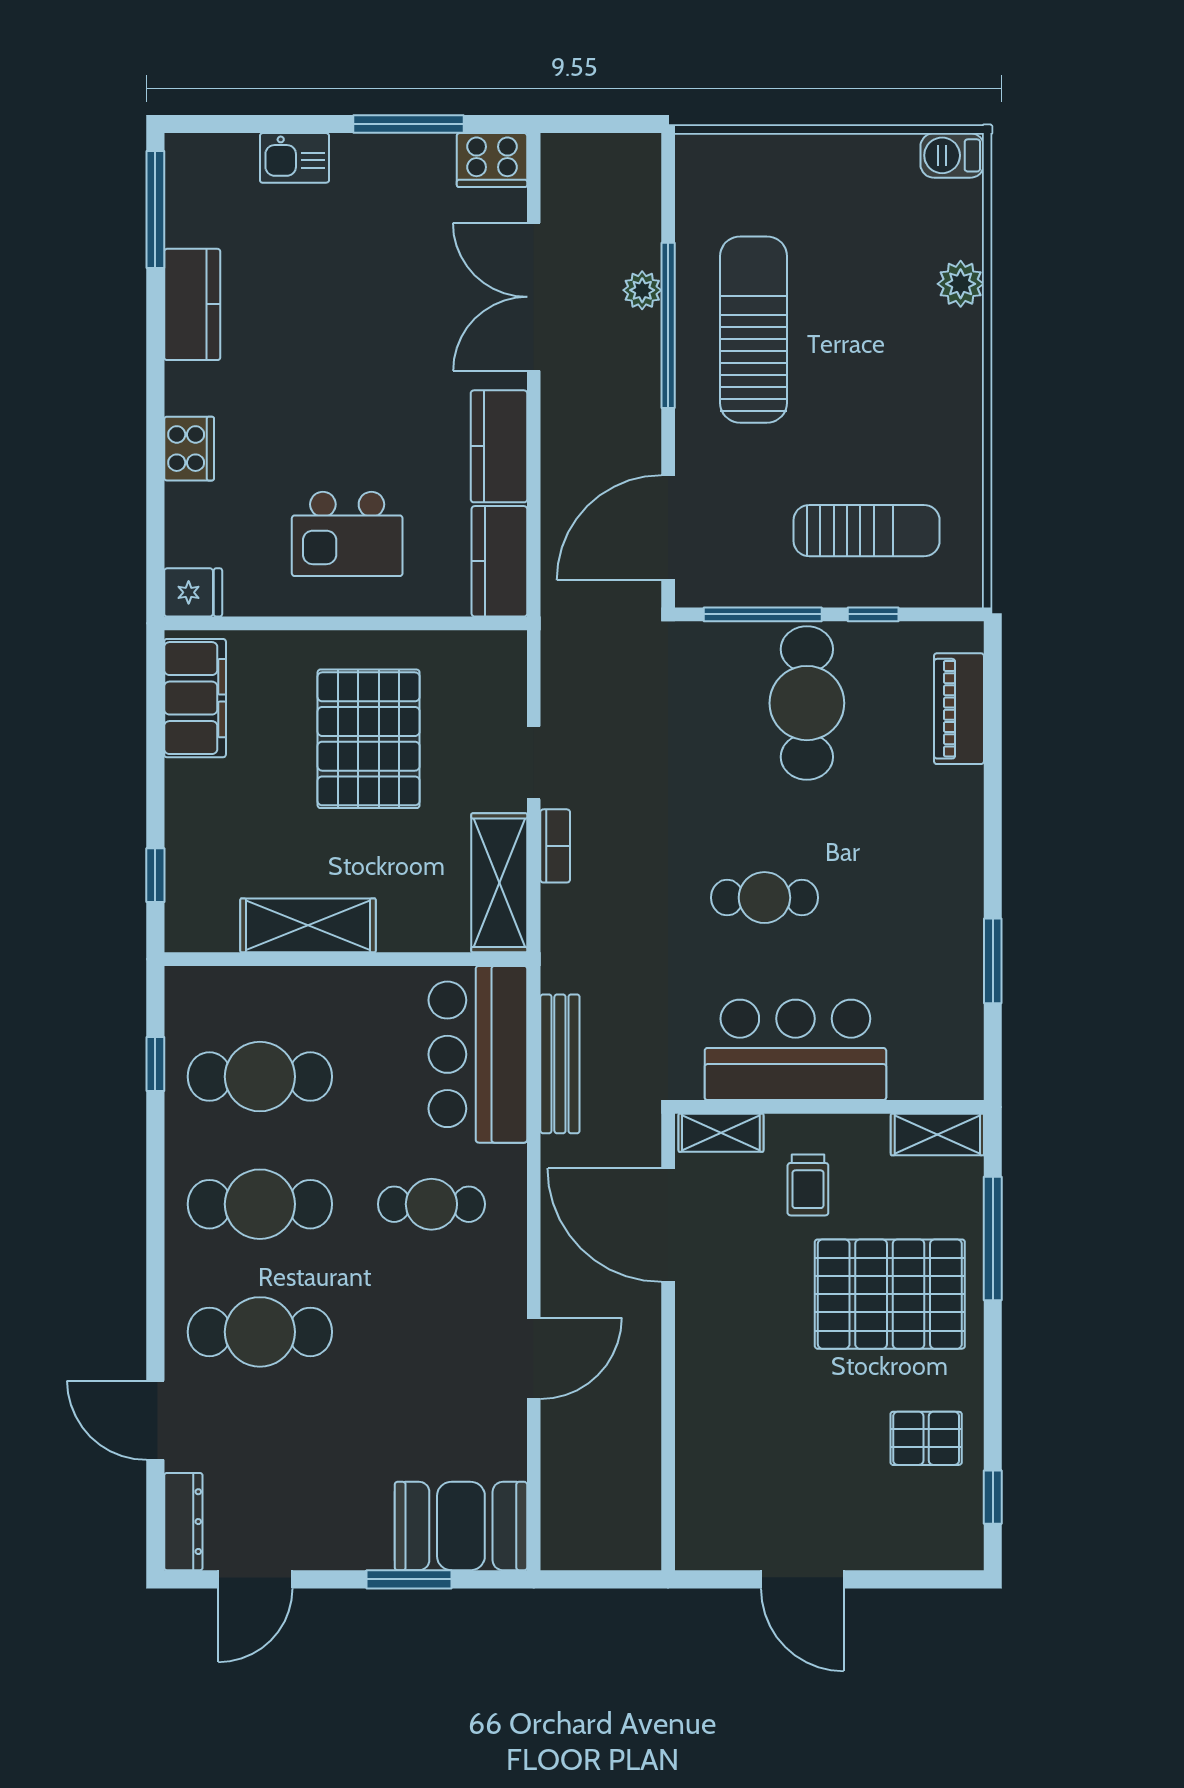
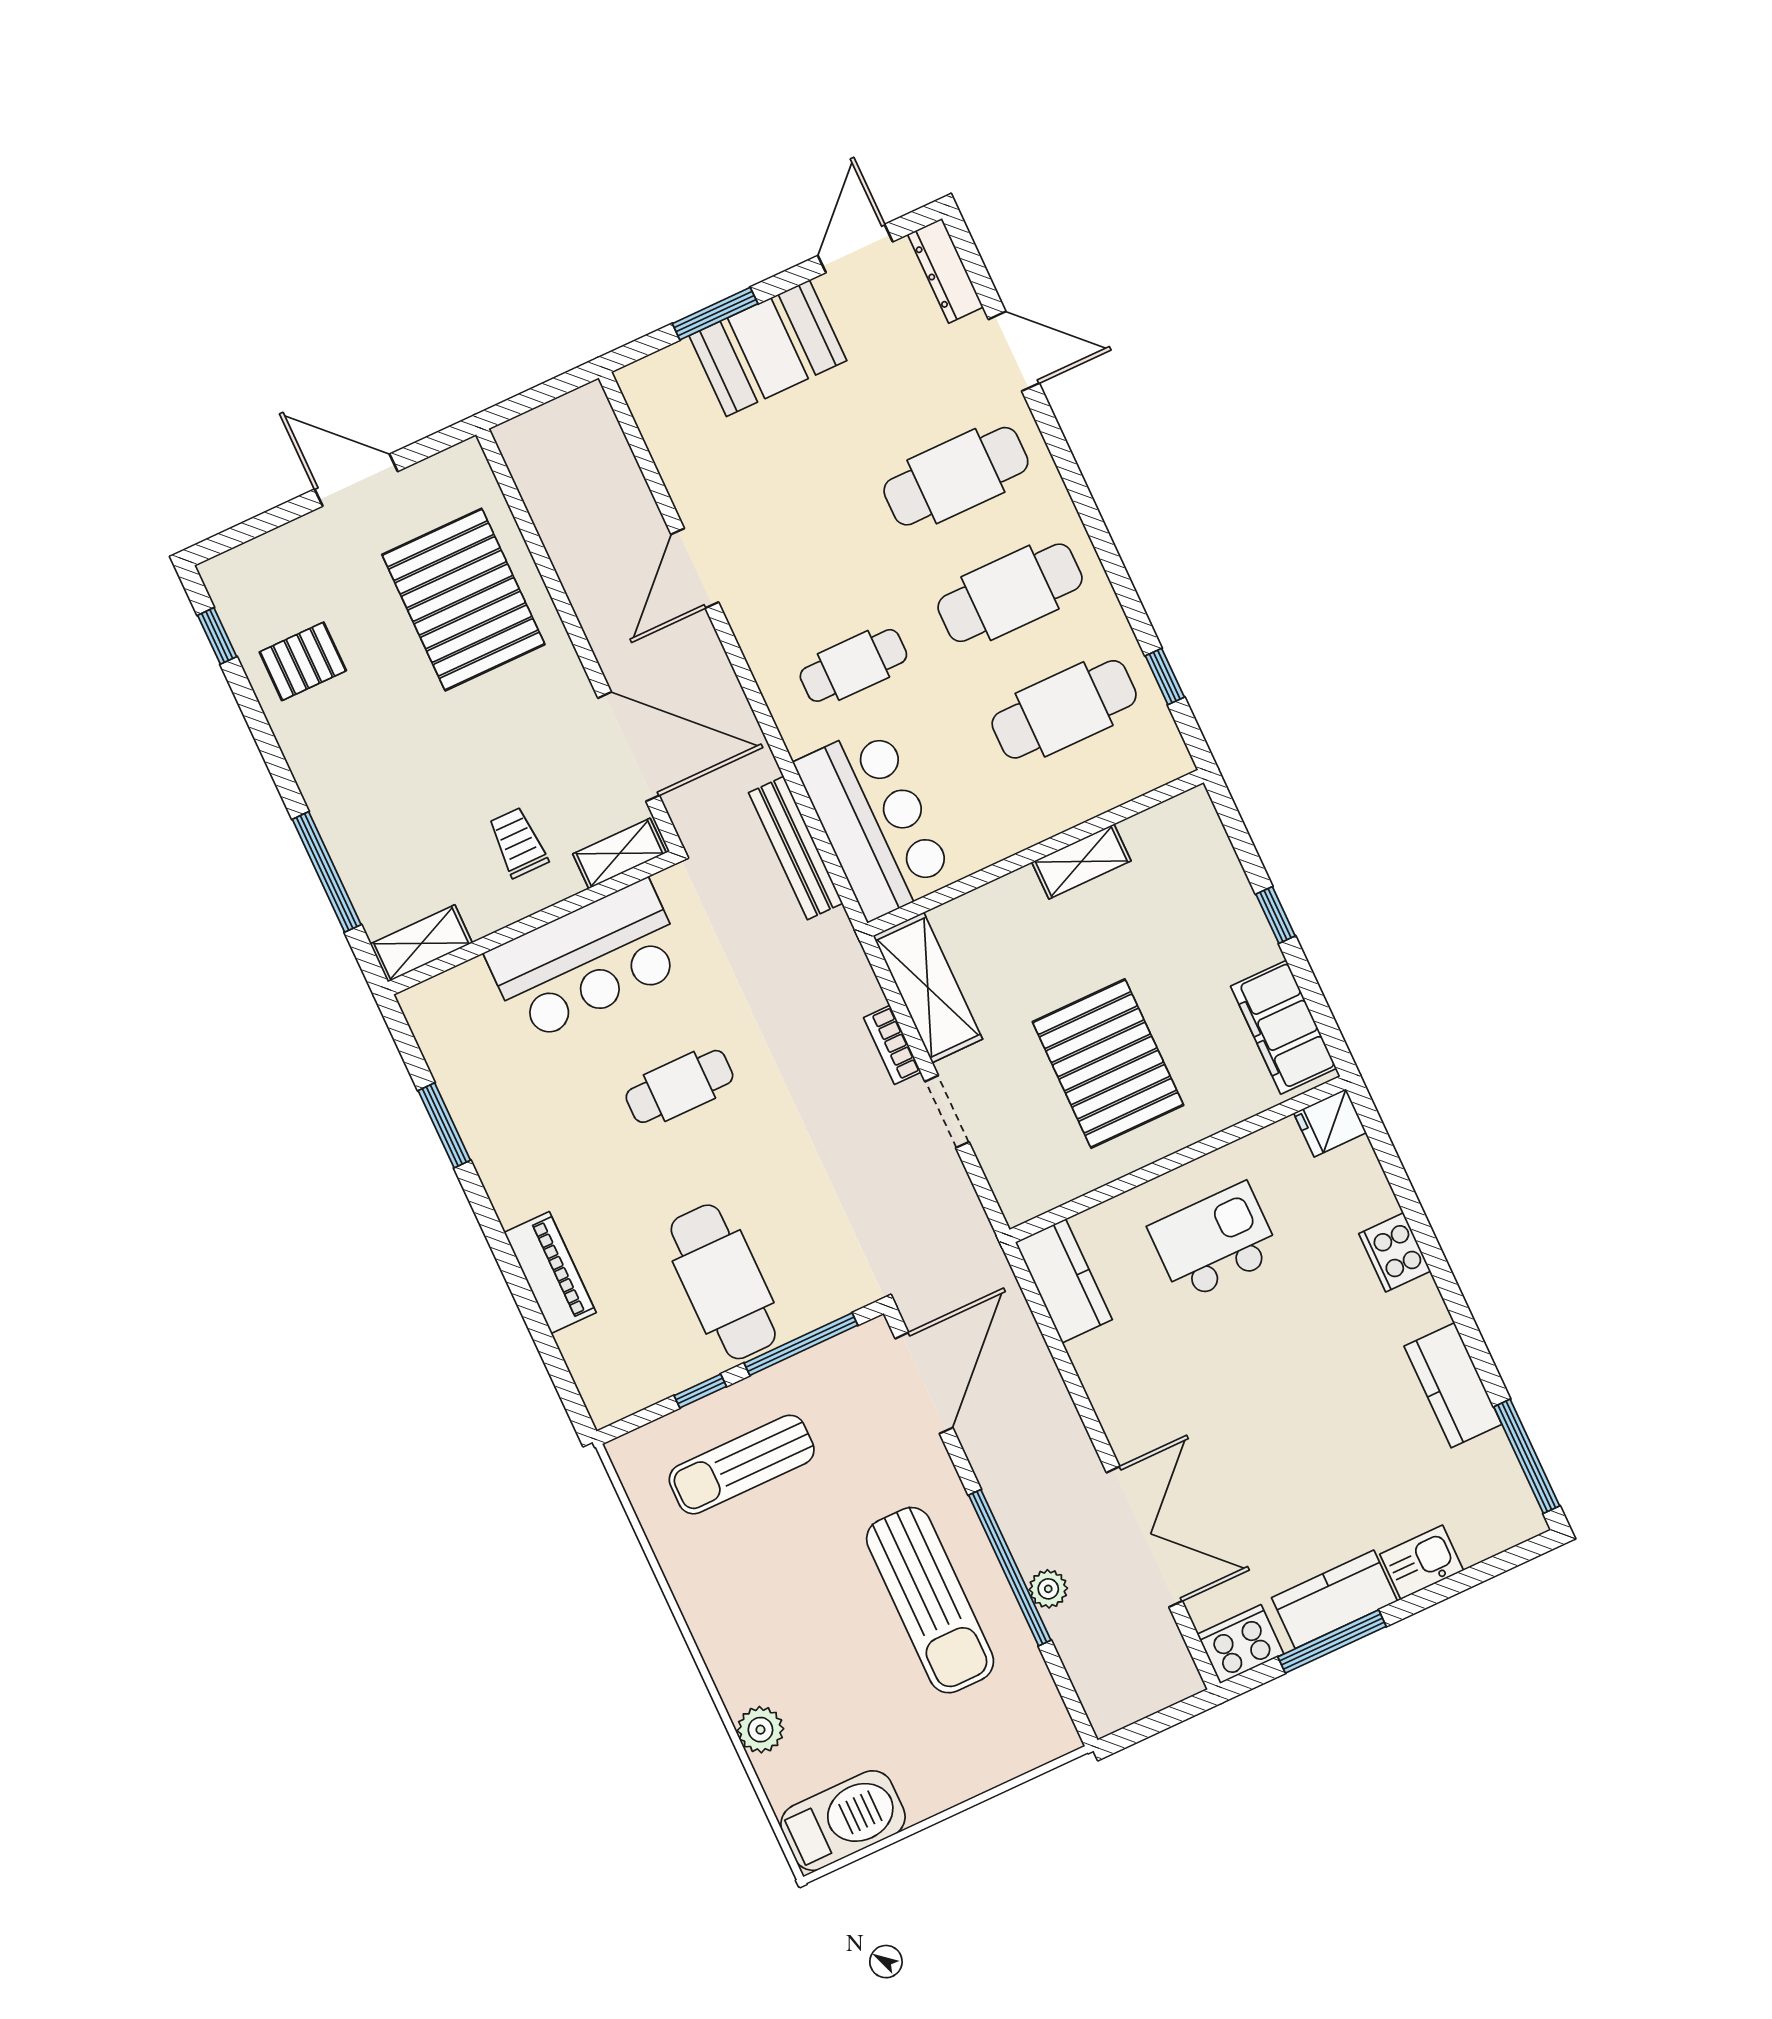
barbecue: (952, 155) -> (843, 1821), width x1.88, depth x1.53
kitchen counter: (499, 446) -> (1335, 1599), moved, turned -90
piano: (959, 709) -> (550, 1273), moved
window: (155, 875) -> (1276, 915), moved
shelving: (308, 925) -> (1081, 861), width x0.67, depth x0.75
pallet: (890, 1294) -> (463, 600), moved, turned 90
booth: (461, 1526) -> (768, 348), moved

